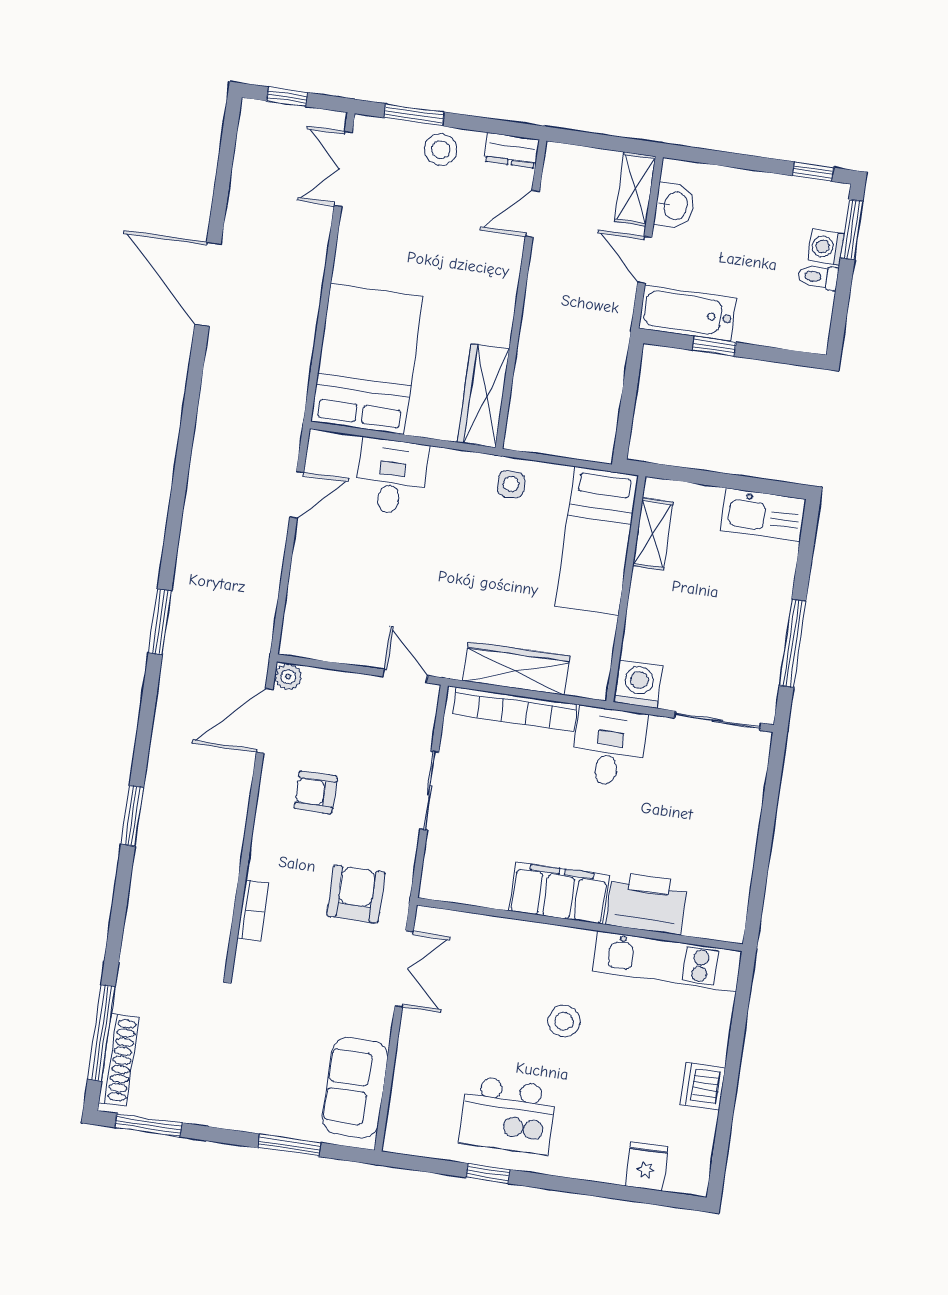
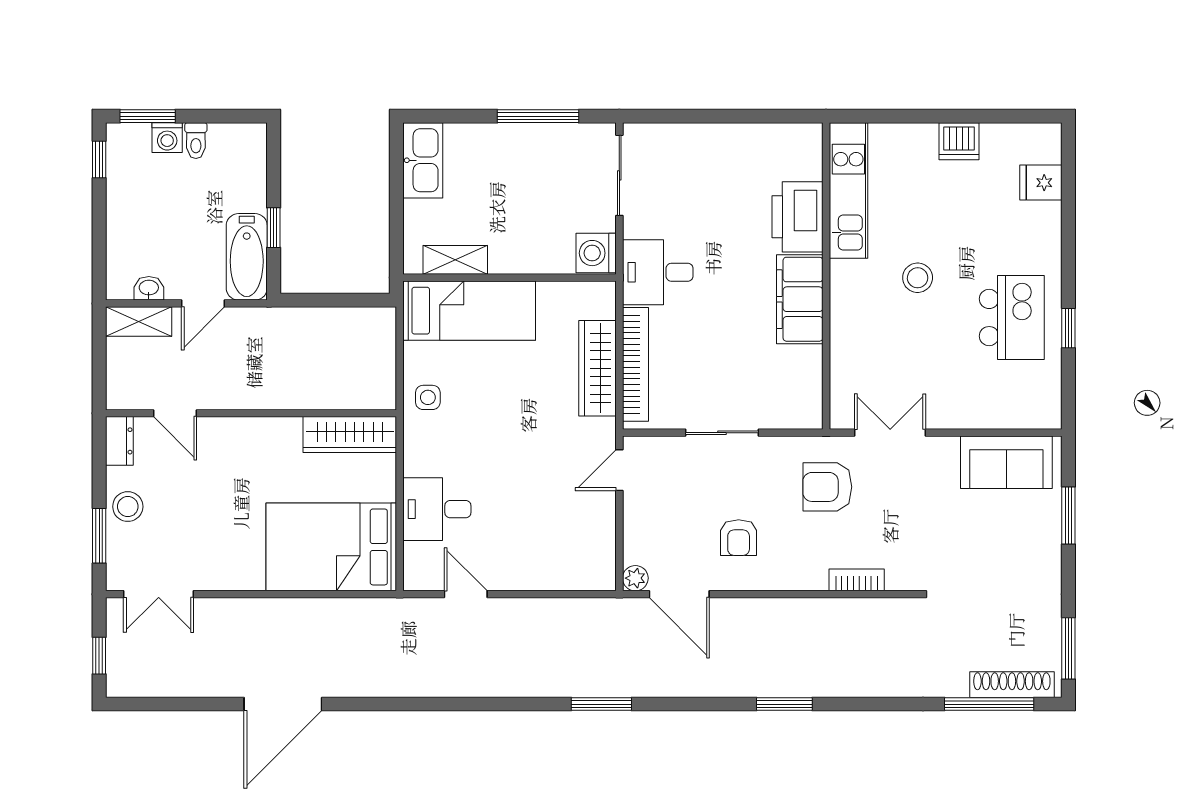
washbasin: (675, 206) -> (149, 288), width x0.72, depth x0.69

